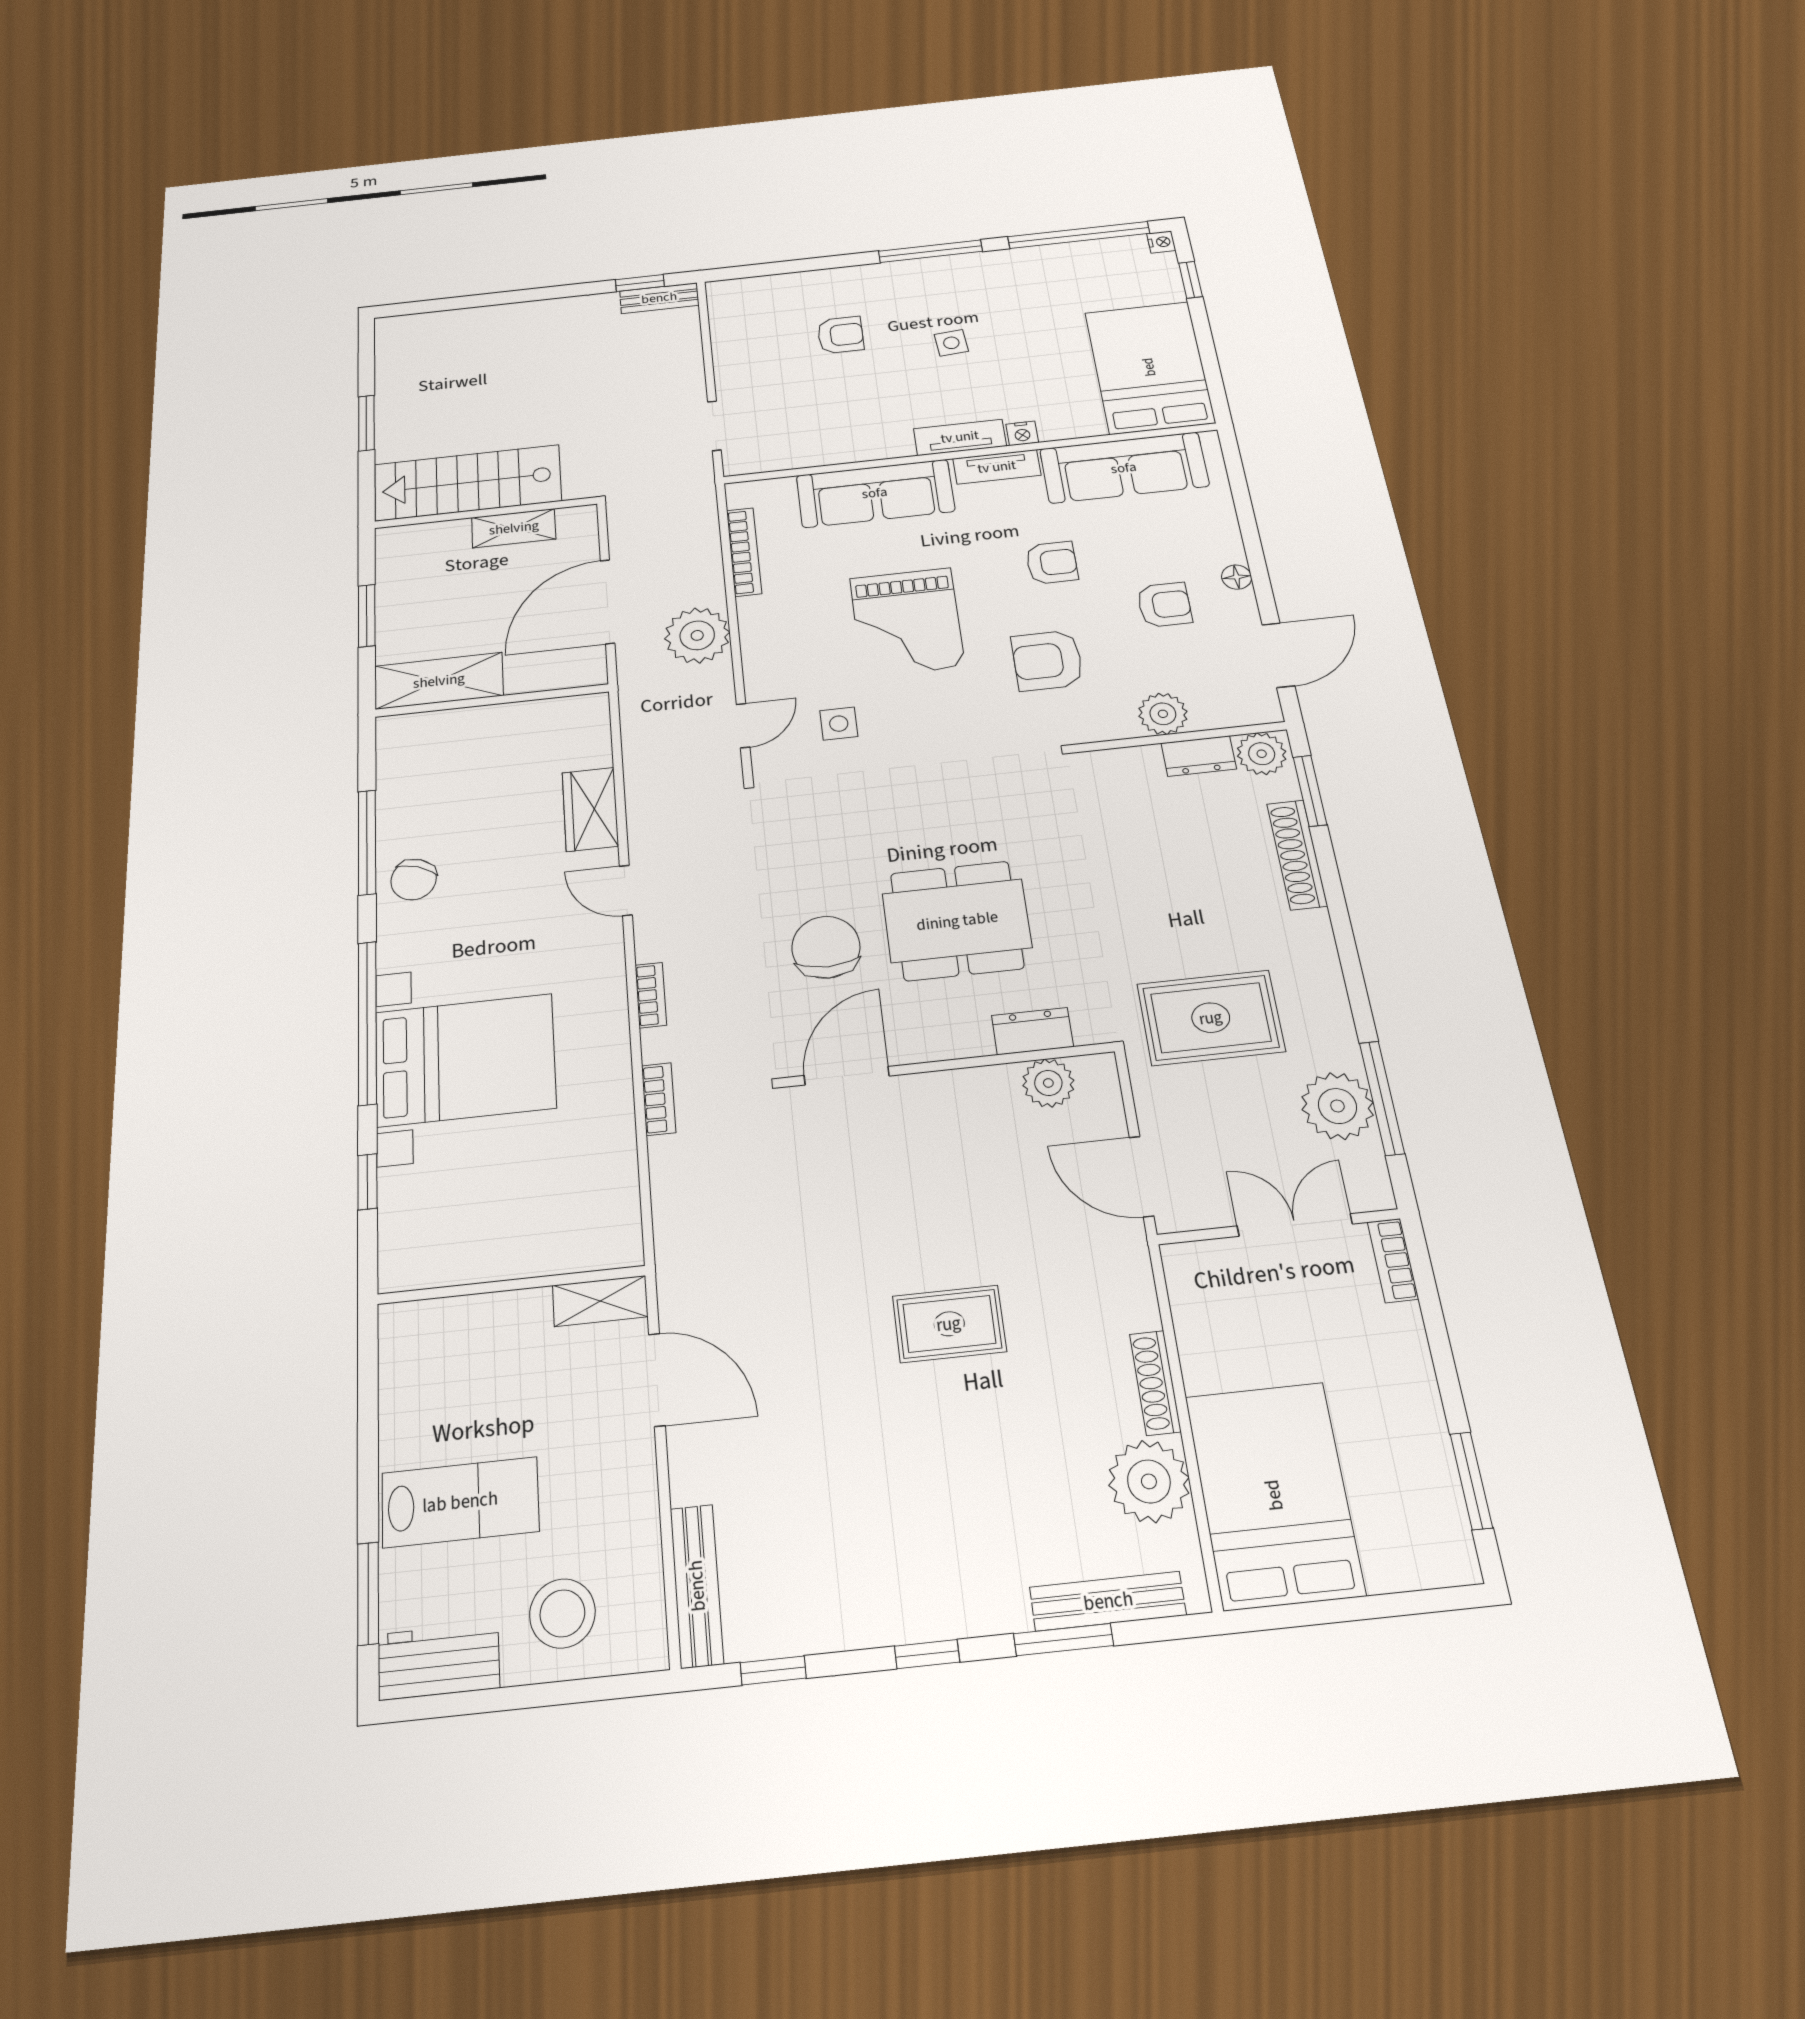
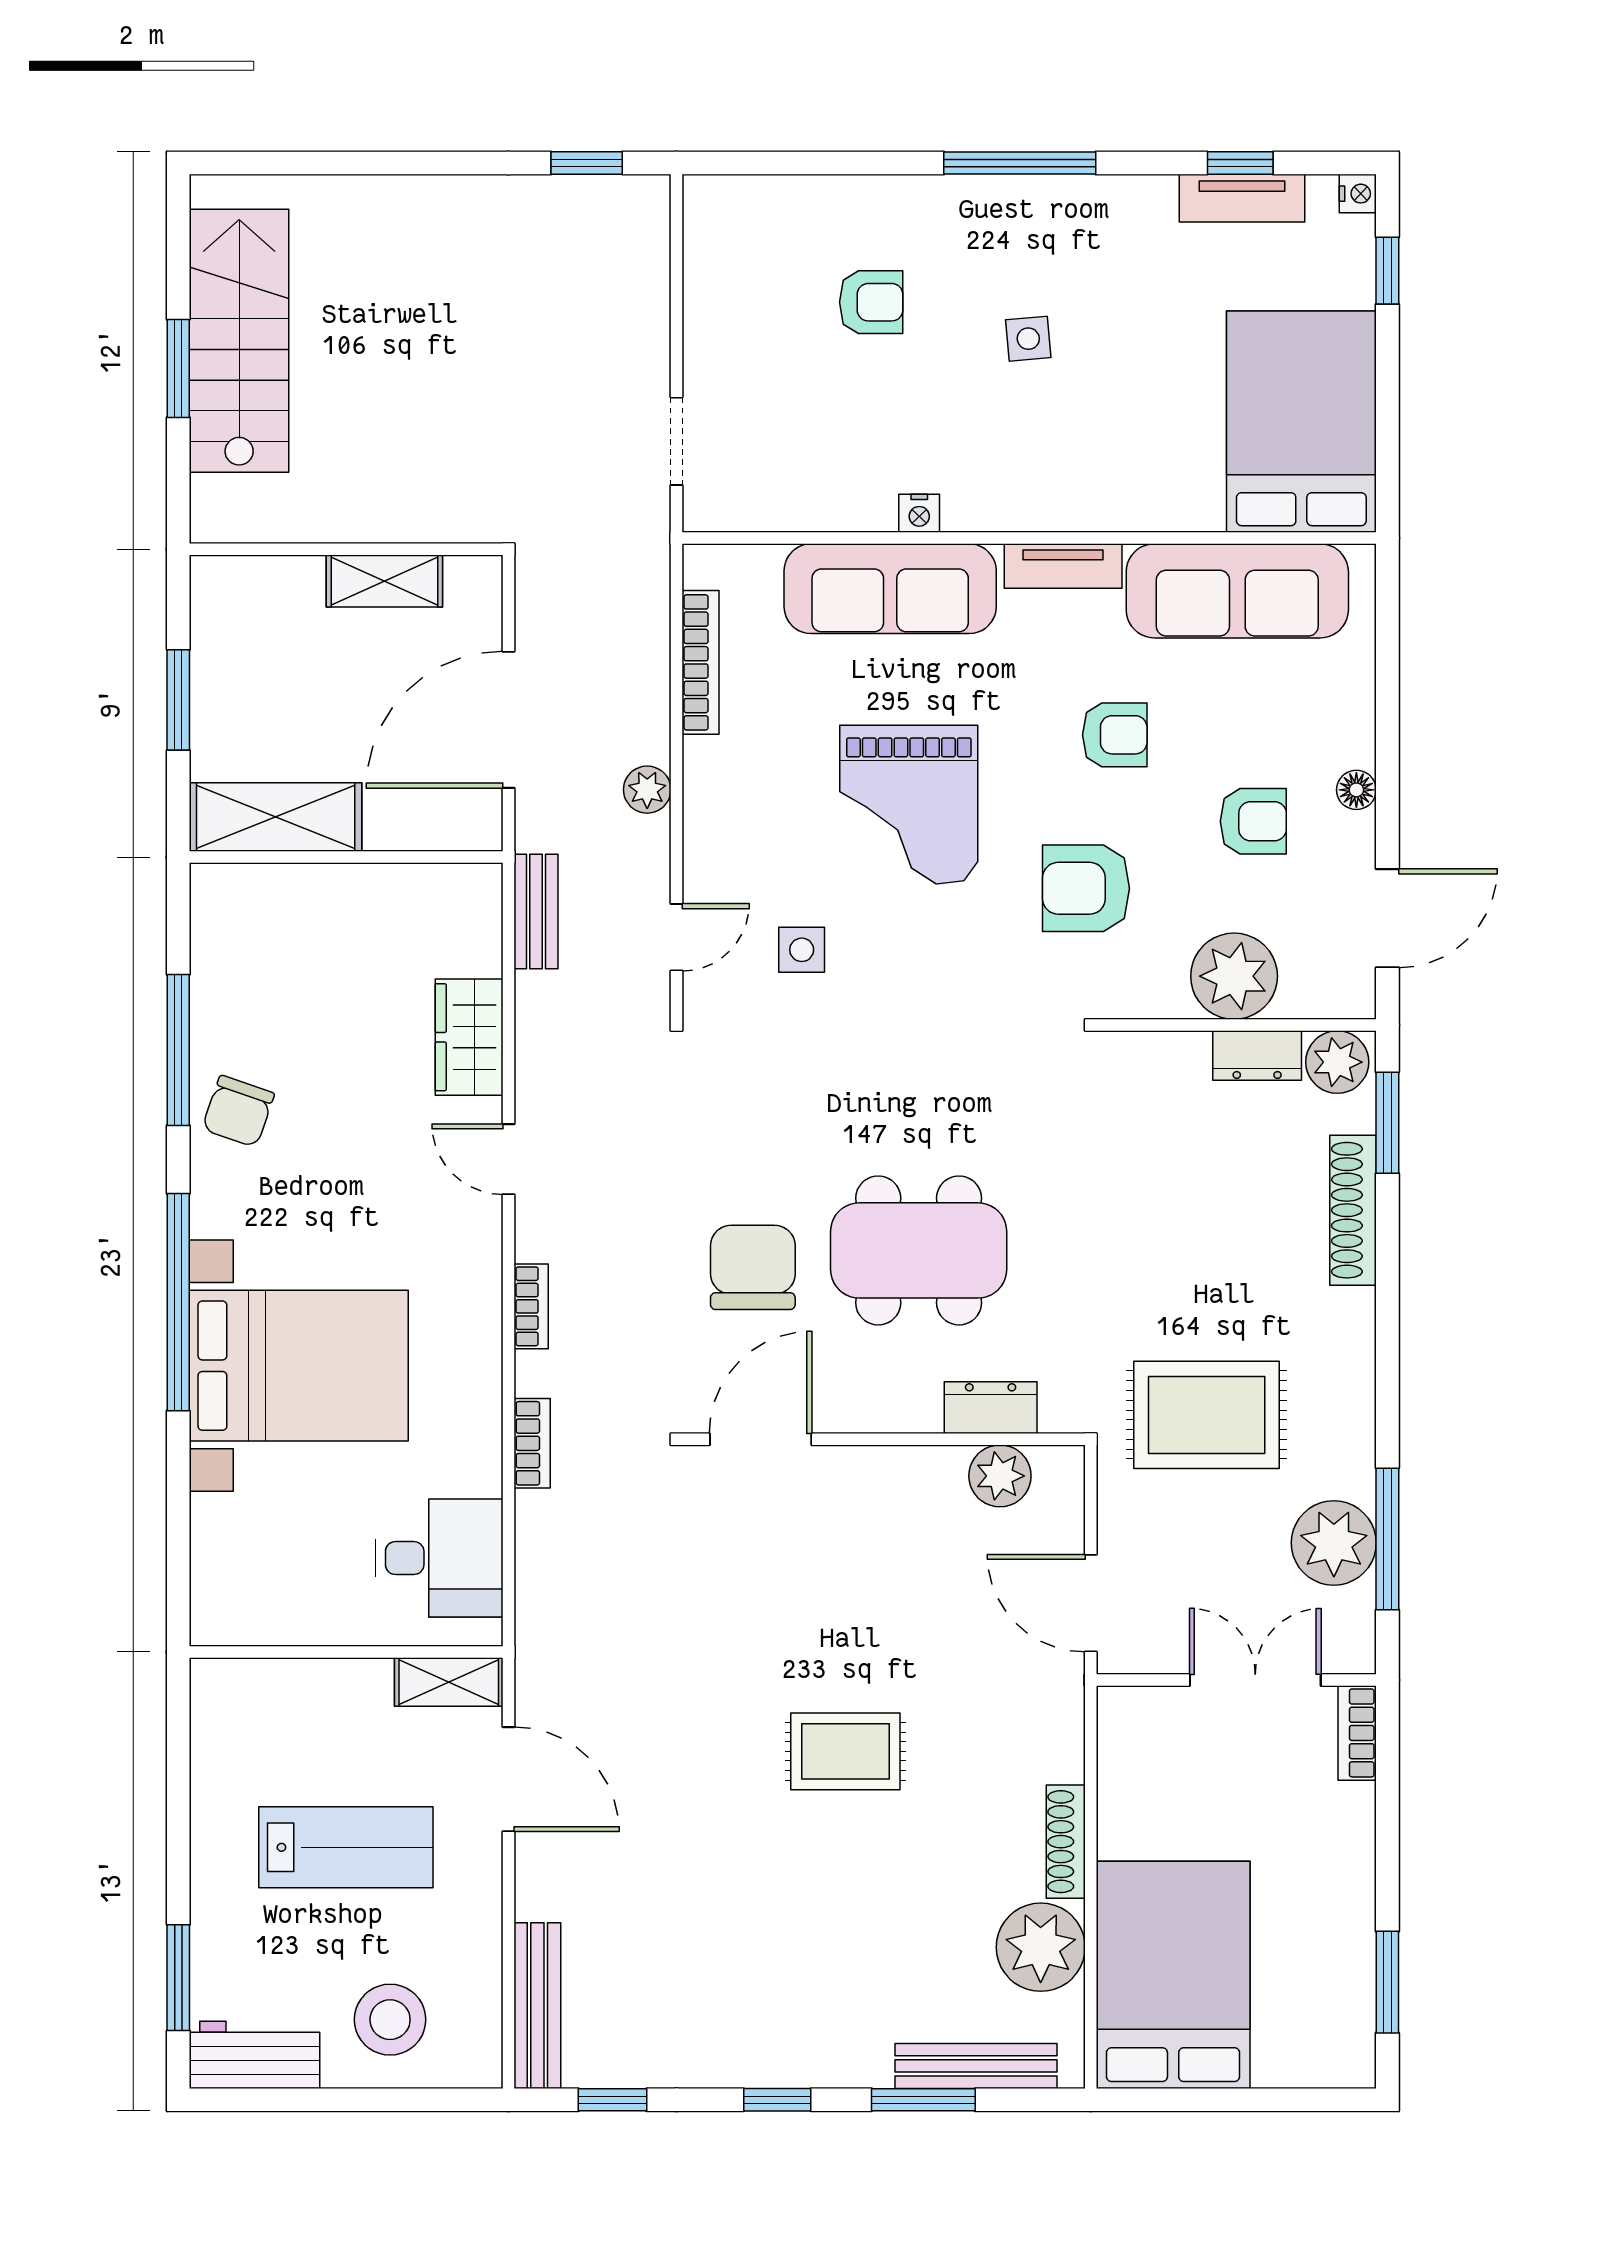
window: (1079, 235) -> (1240, 163), width x0.32
bench: (659, 298) -> (536, 911), moved, turned 90
nightstand: (1022, 433) -> (919, 513), moved
tv unit: (960, 437) -> (1242, 198), moved, turned 180
stairs: (468, 483) -> (239, 341), moved, turned 90
plant: (697, 635) -> (647, 790), width x0.53, depth x0.53
plant: (1163, 714) -> (1234, 976), width x1.36, depth x1.36
window: (368, 1182) -> (178, 1508), removed
desk: (587, 1199) -> (439, 1558), added
lab bench: (460, 1502) -> (346, 1847), moved

